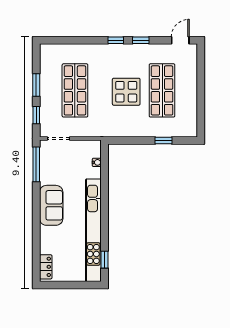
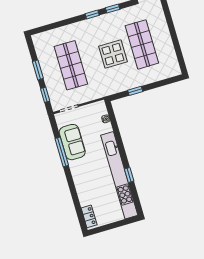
window: (163, 141) -> (135, 91), moved
window: (36, 164) -> (62, 152), moved
sofa: (51, 205) -> (72, 142), moved
window: (104, 260) -> (129, 175), moved

